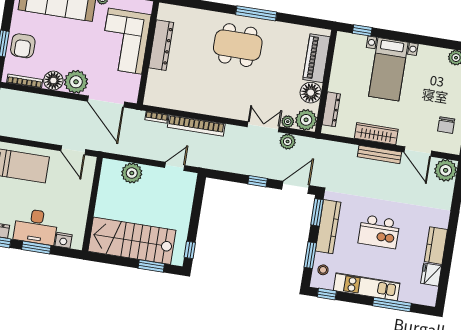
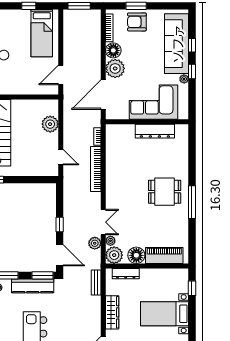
dining table: (238, 45) -> (165, 192), width x0.73
bench: (379, 154) -> (96, 282), moved, width x0.73

